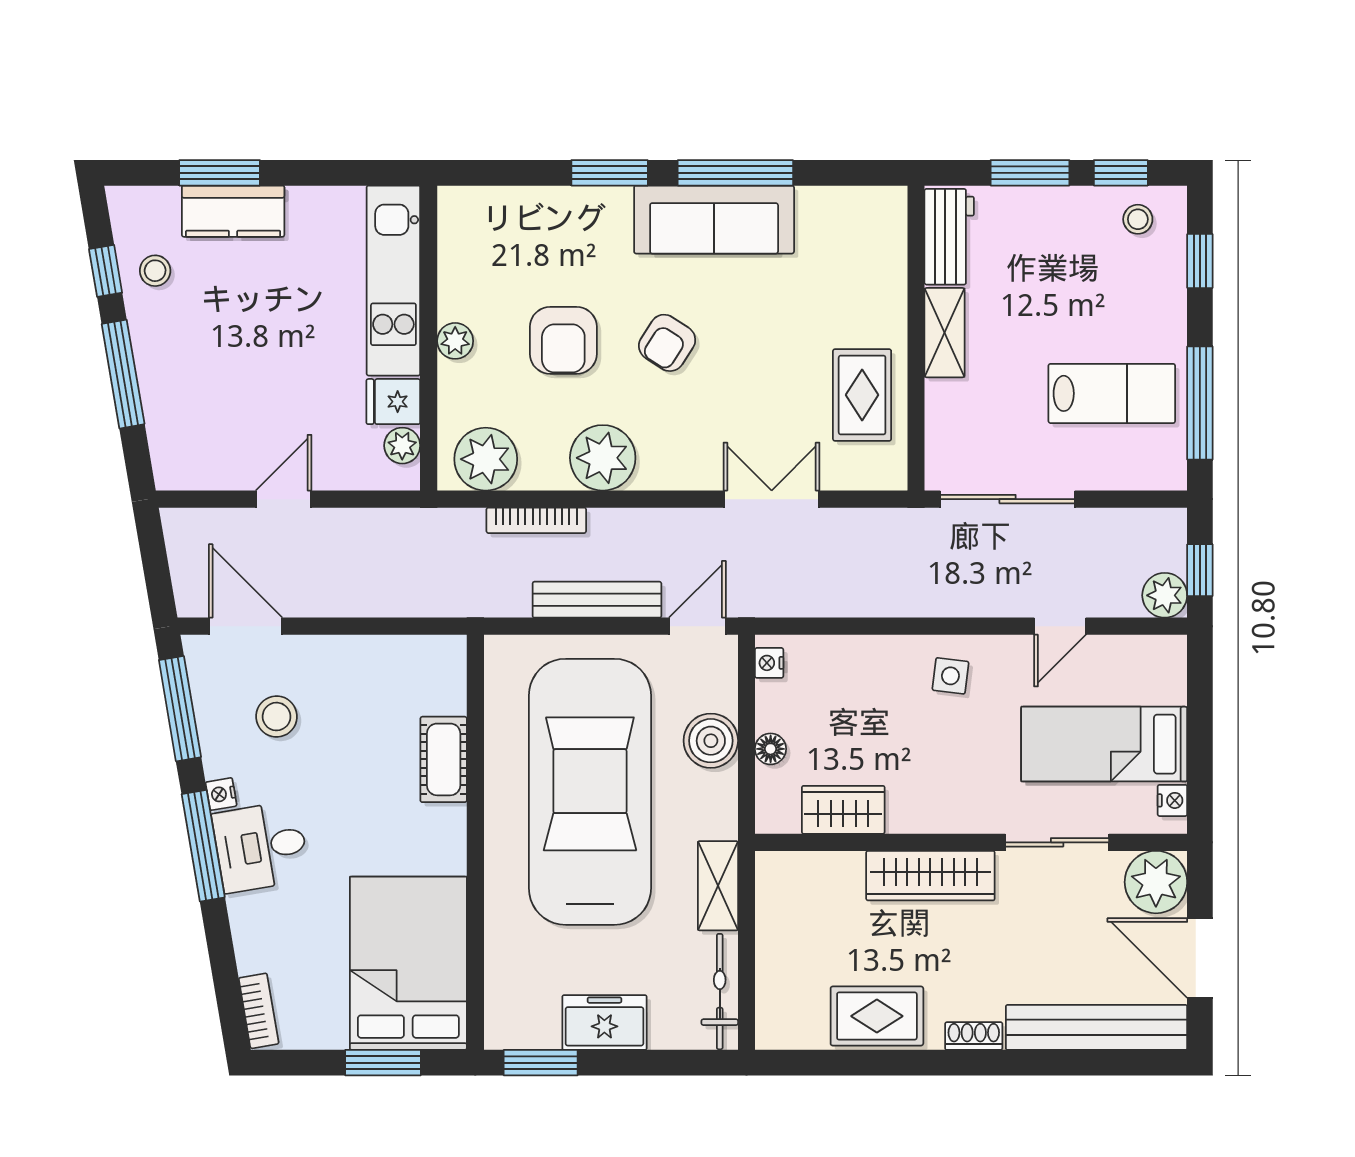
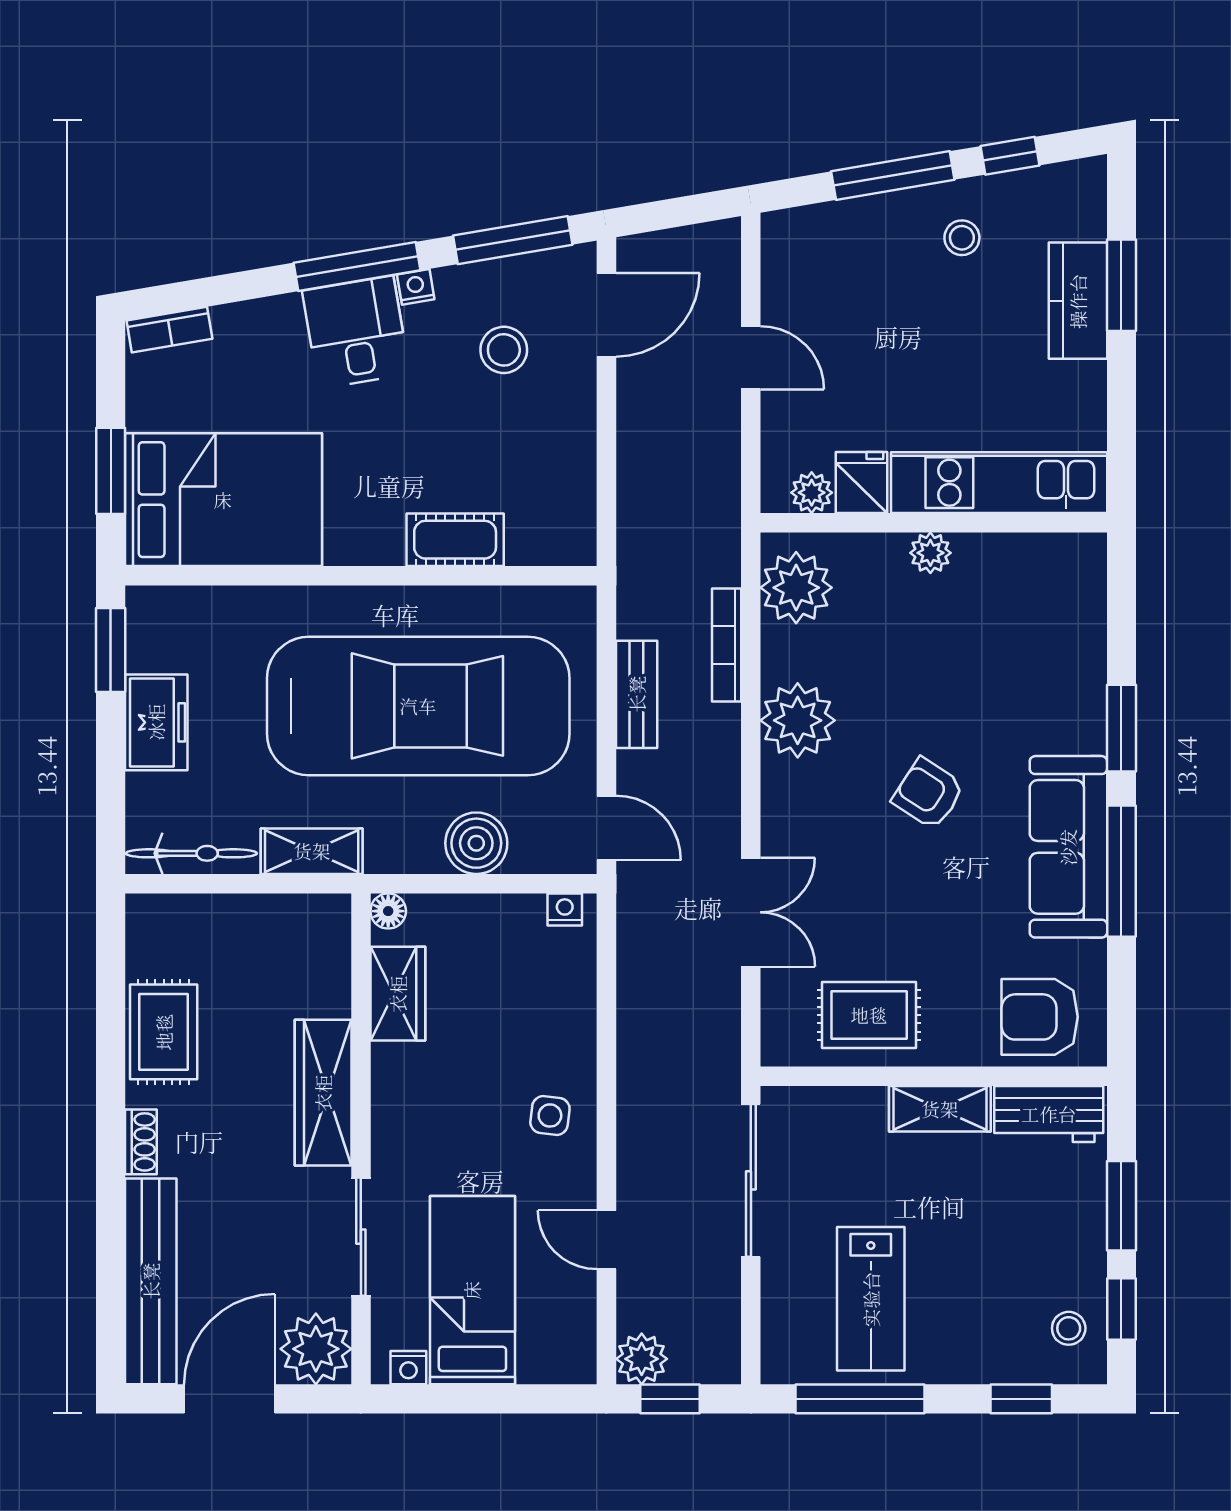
stool: (155, 271) -> (962, 238), moved
armchair: (563, 340) -> (1040, 1017), moved
bench: (597, 600) -> (637, 694), width x0.73
floor lamp: (771, 749) -> (388, 911), moved

